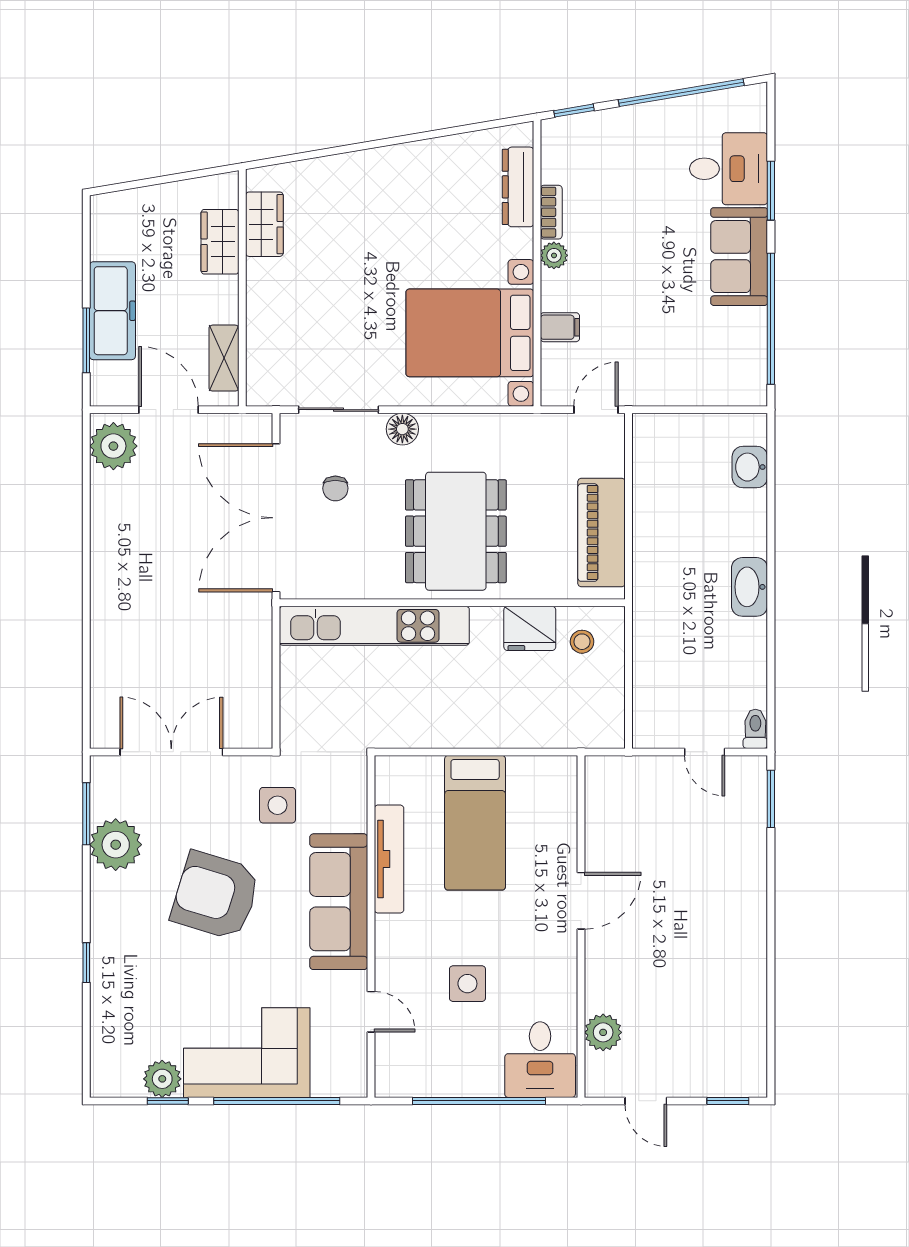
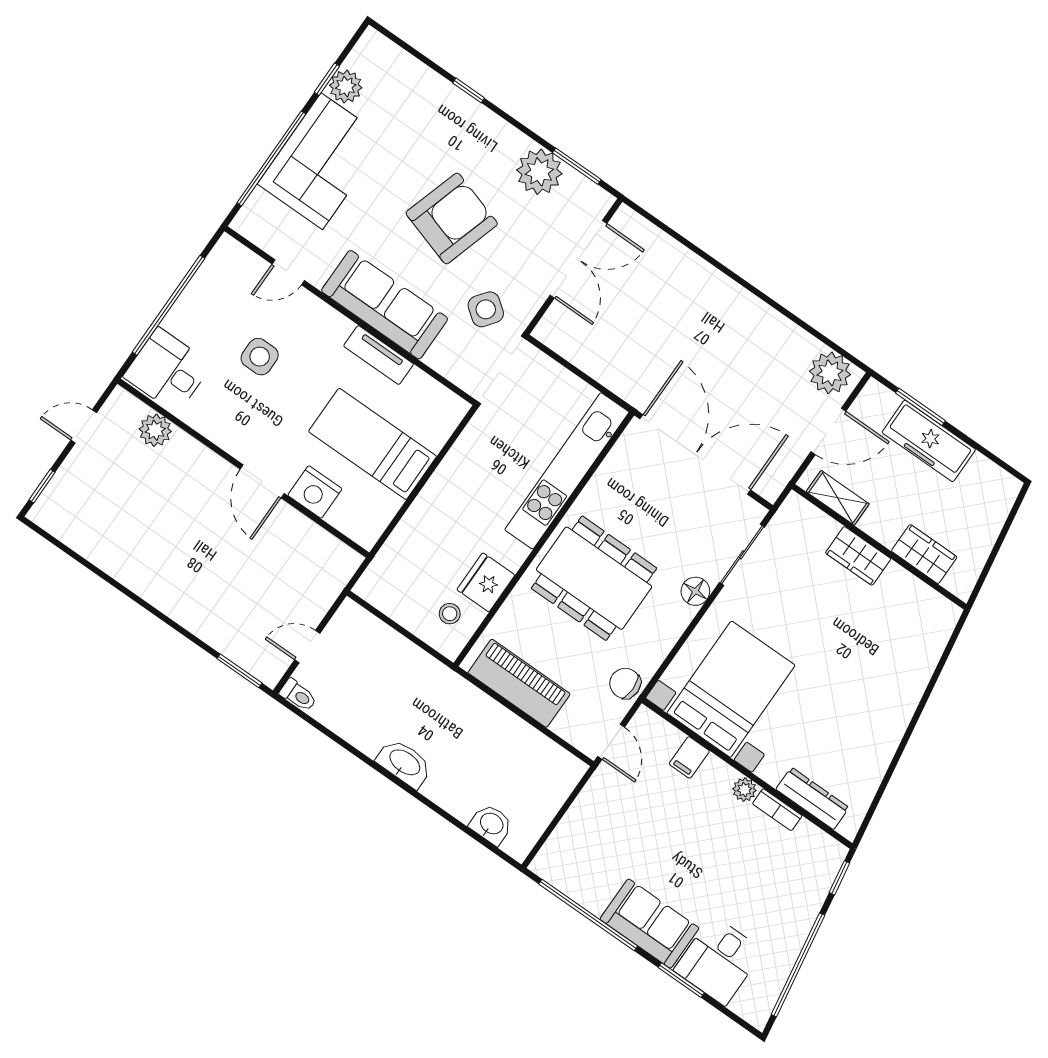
wardrobe: (264, 224) -> (858, 556), moved
chair: (335, 488) -> (625, 683), moved, width x1.37, depth x1.37
side table: (278, 805) -> (486, 309), turned 37
nightstand: (557, 845) -> (315, 492), added
tv unit: (389, 859) -> (379, 355), width x0.71

